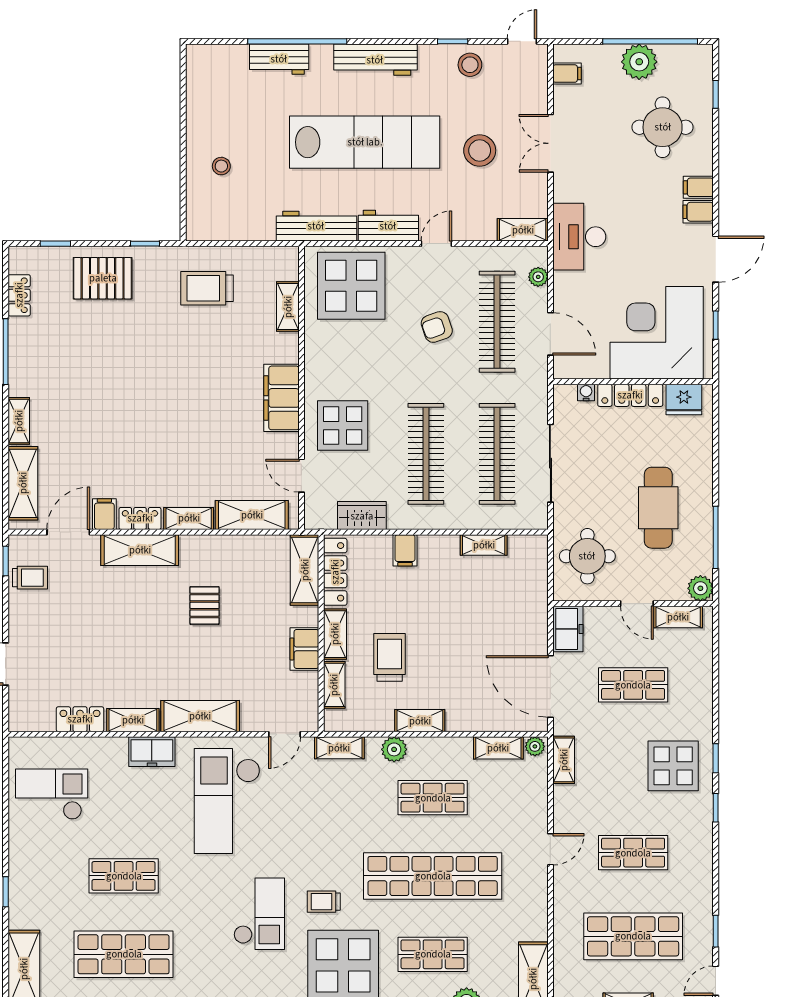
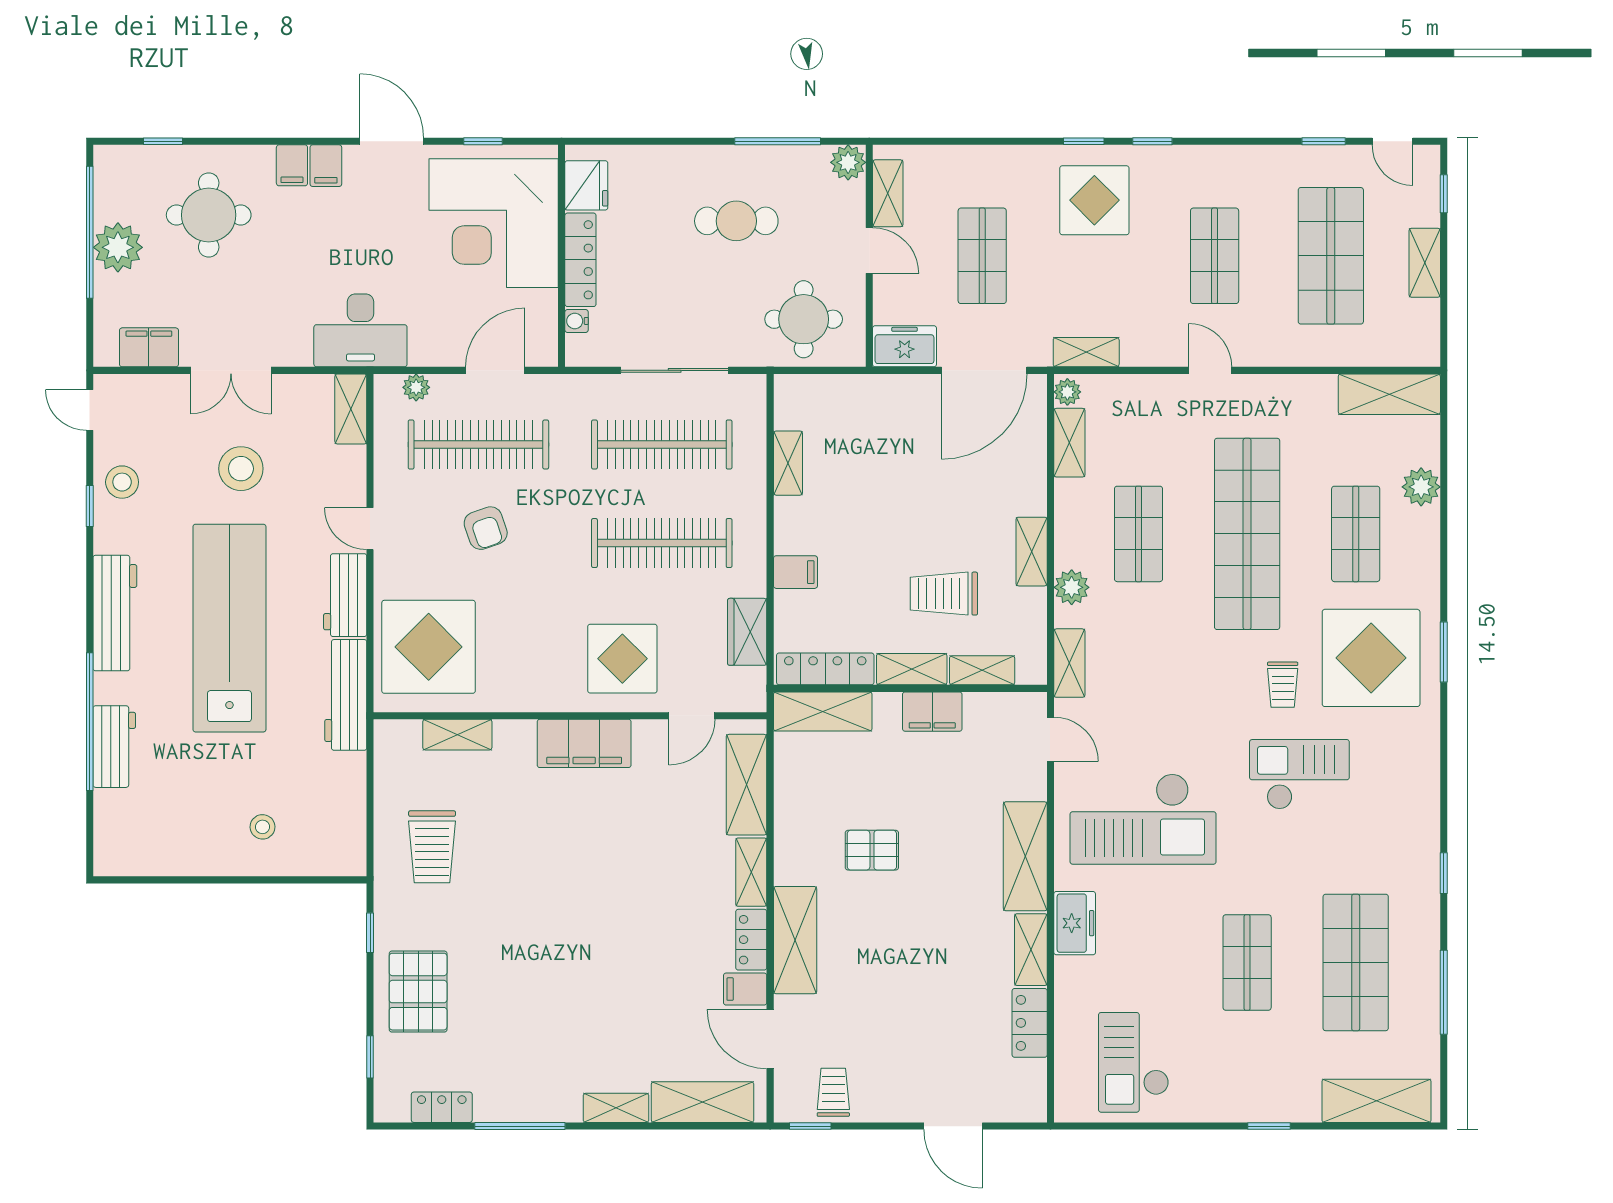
filing cabinet: (567, 74) -> (149, 347), width x2.00
cafe table: (658, 508) -> (736, 221), width x0.73, depth x0.74
door: (637, 604) -> (869, 251), hinge flipped

